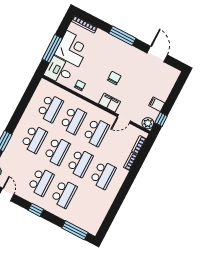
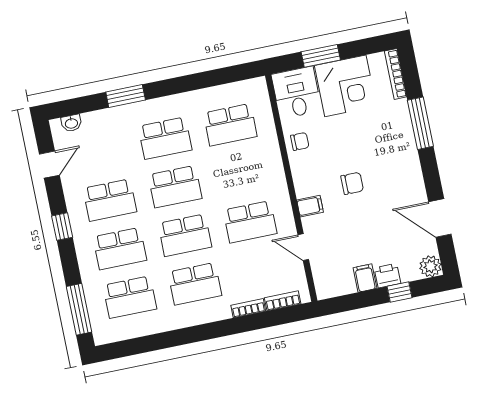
window: (122, 36) -> (420, 123), moved
window: (52, 49) -> (321, 56), width x0.69
door: (157, 54) -> (440, 218), swing flipped
printer: (163, 94) -> (387, 276), added
filing cabinet: (109, 103) -> (310, 206), width x0.50
window: (161, 119) -> (399, 292), moved
school desk: (73, 120) -> (130, 297), moved
plant: (148, 123) -> (430, 266), moved

